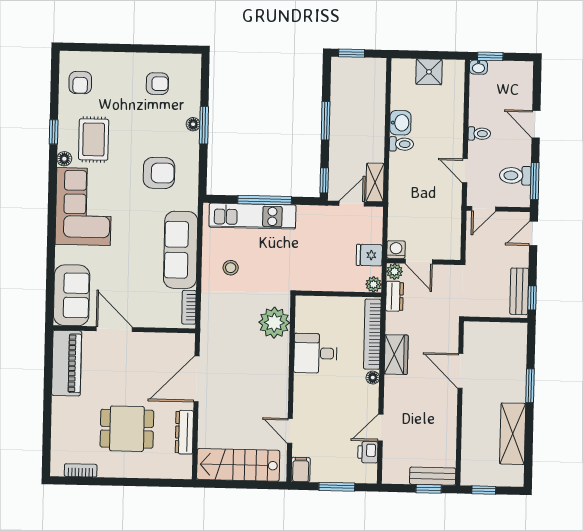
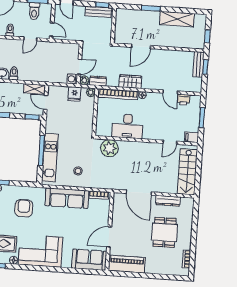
desk: (315, 353) -> (128, 126), width x1.37

